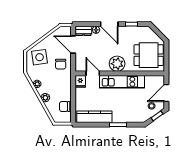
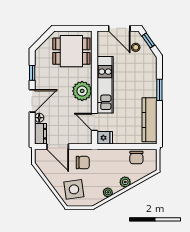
door: (73, 44) -> (58, 147), hinge flipped
dining table: (149, 55) -> (71, 51), turned 90
door: (93, 73) -> (94, 122), hinge flipped

